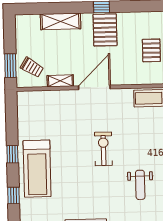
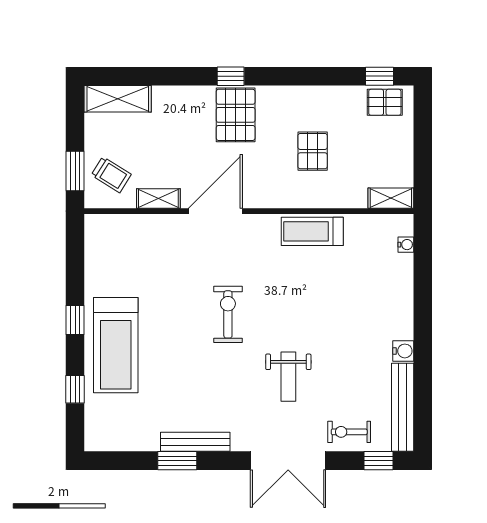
shelving: (61, 21) -> (118, 99), moved

